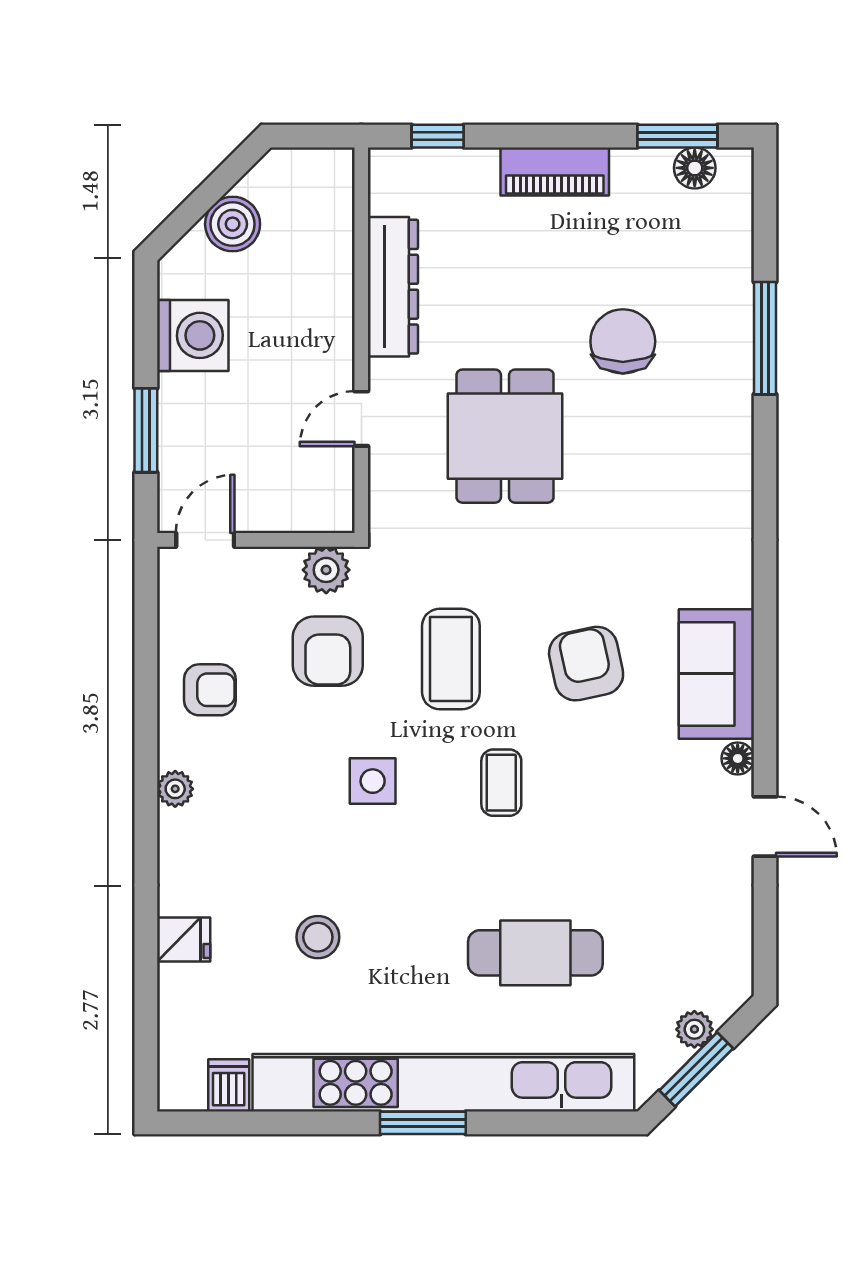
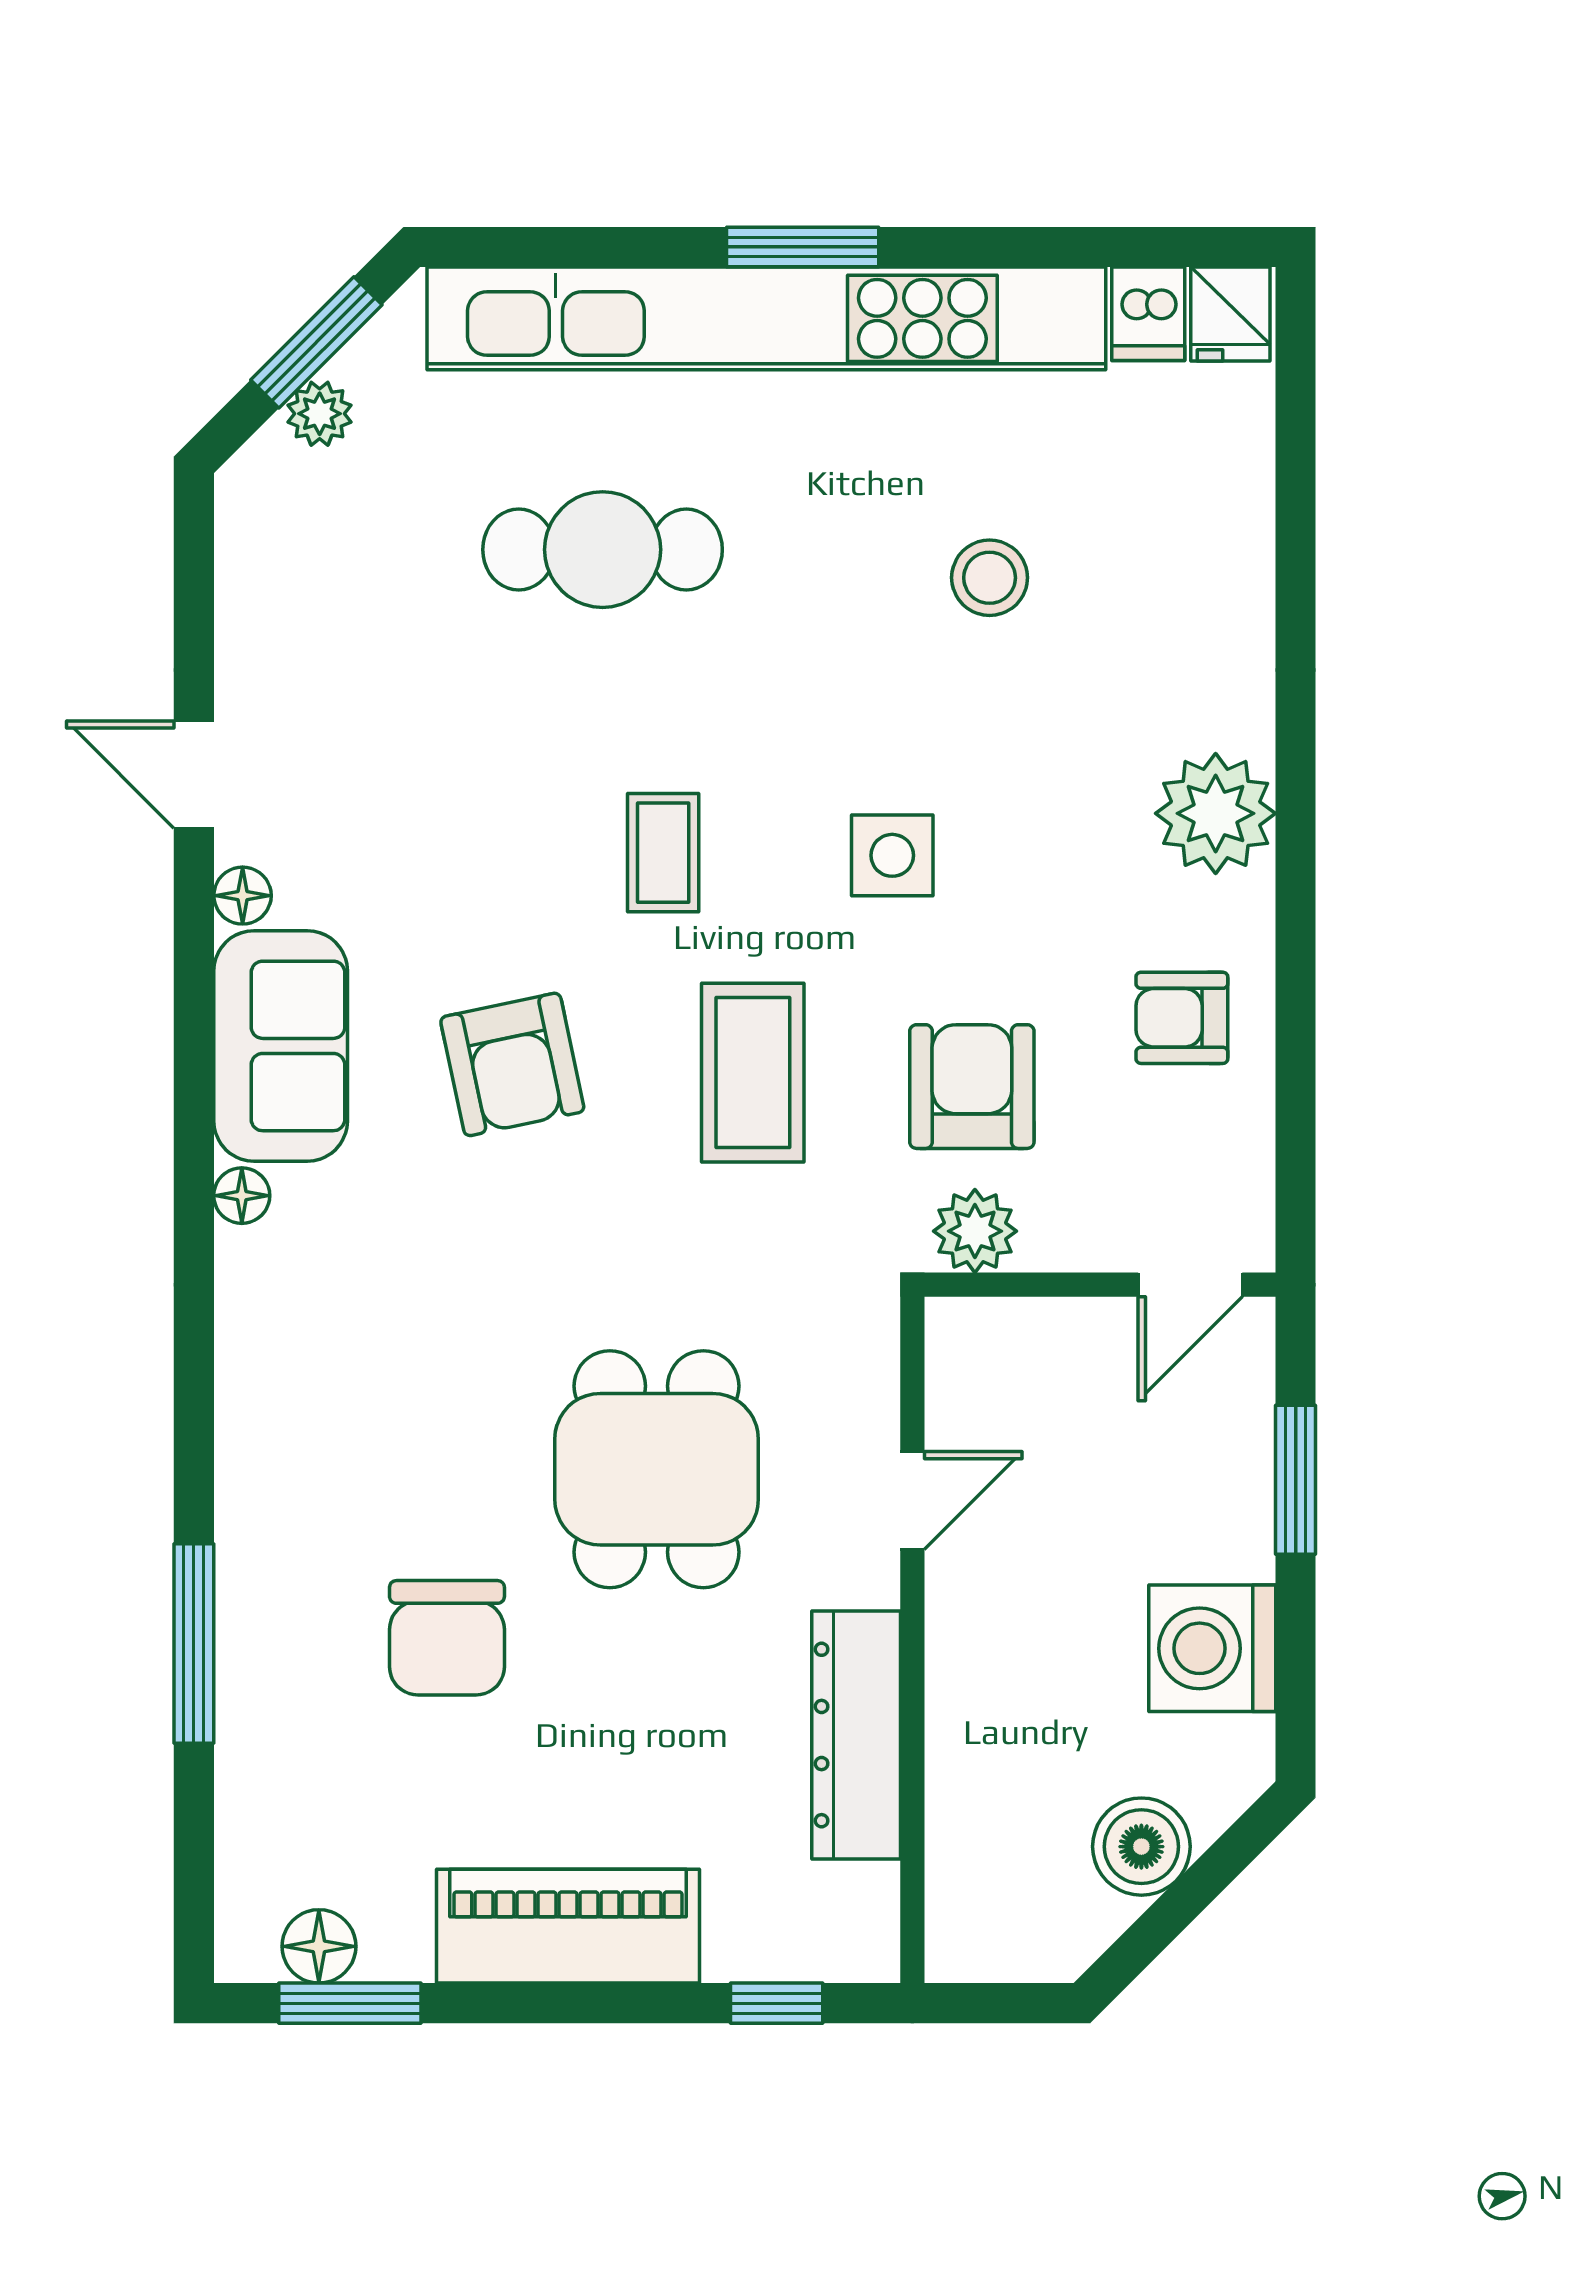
piano: (555, 171) -> (568, 1926), width x1.37, depth x1.33
floor lamp: (738, 590) -> (242, 1196), added
plant: (175, 789) -> (1216, 813), width x1.87, depth x1.87
fridge: (184, 939) -> (1230, 314), moved, turned -90

